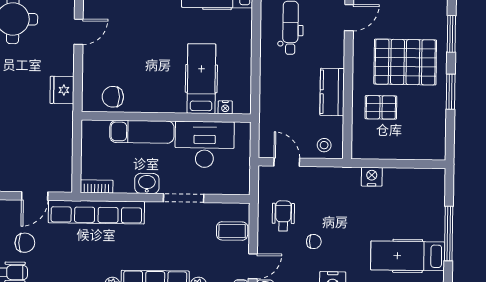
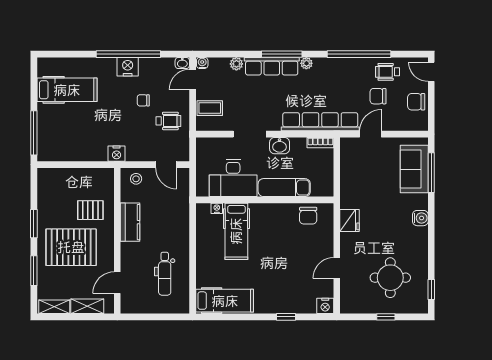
chair: (113, 97) -> (308, 216), turned 90
nightstand: (372, 177) -> (117, 154), moved
wheelchair: (283, 216) -> (168, 121), turned -90
window: (449, 233) -> (34, 133), moved

